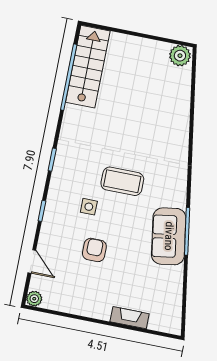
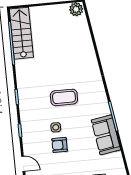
side table: (89, 207) -> (56, 127), moved
sofa: (169, 236) -> (106, 135), moved
armchair: (94, 250) -> (60, 145), turned -90

